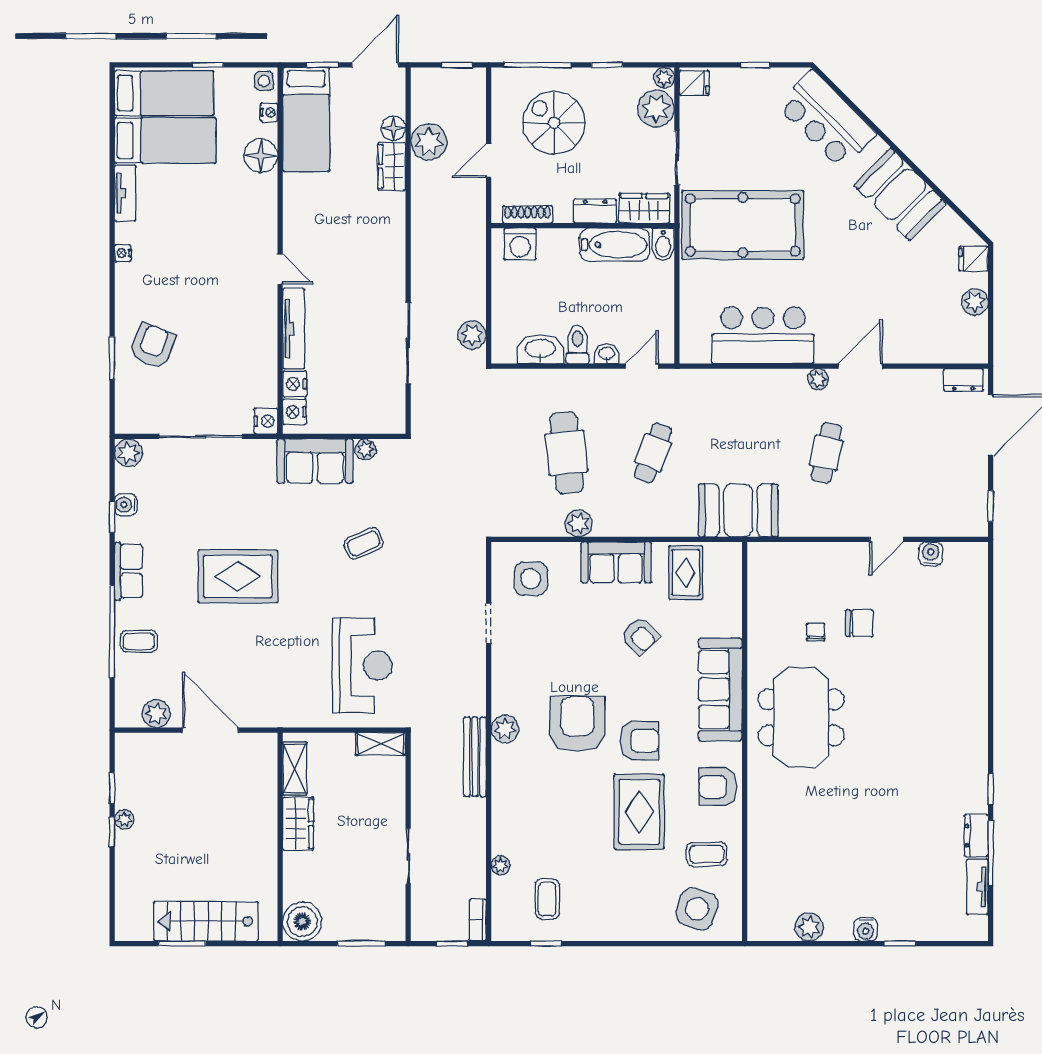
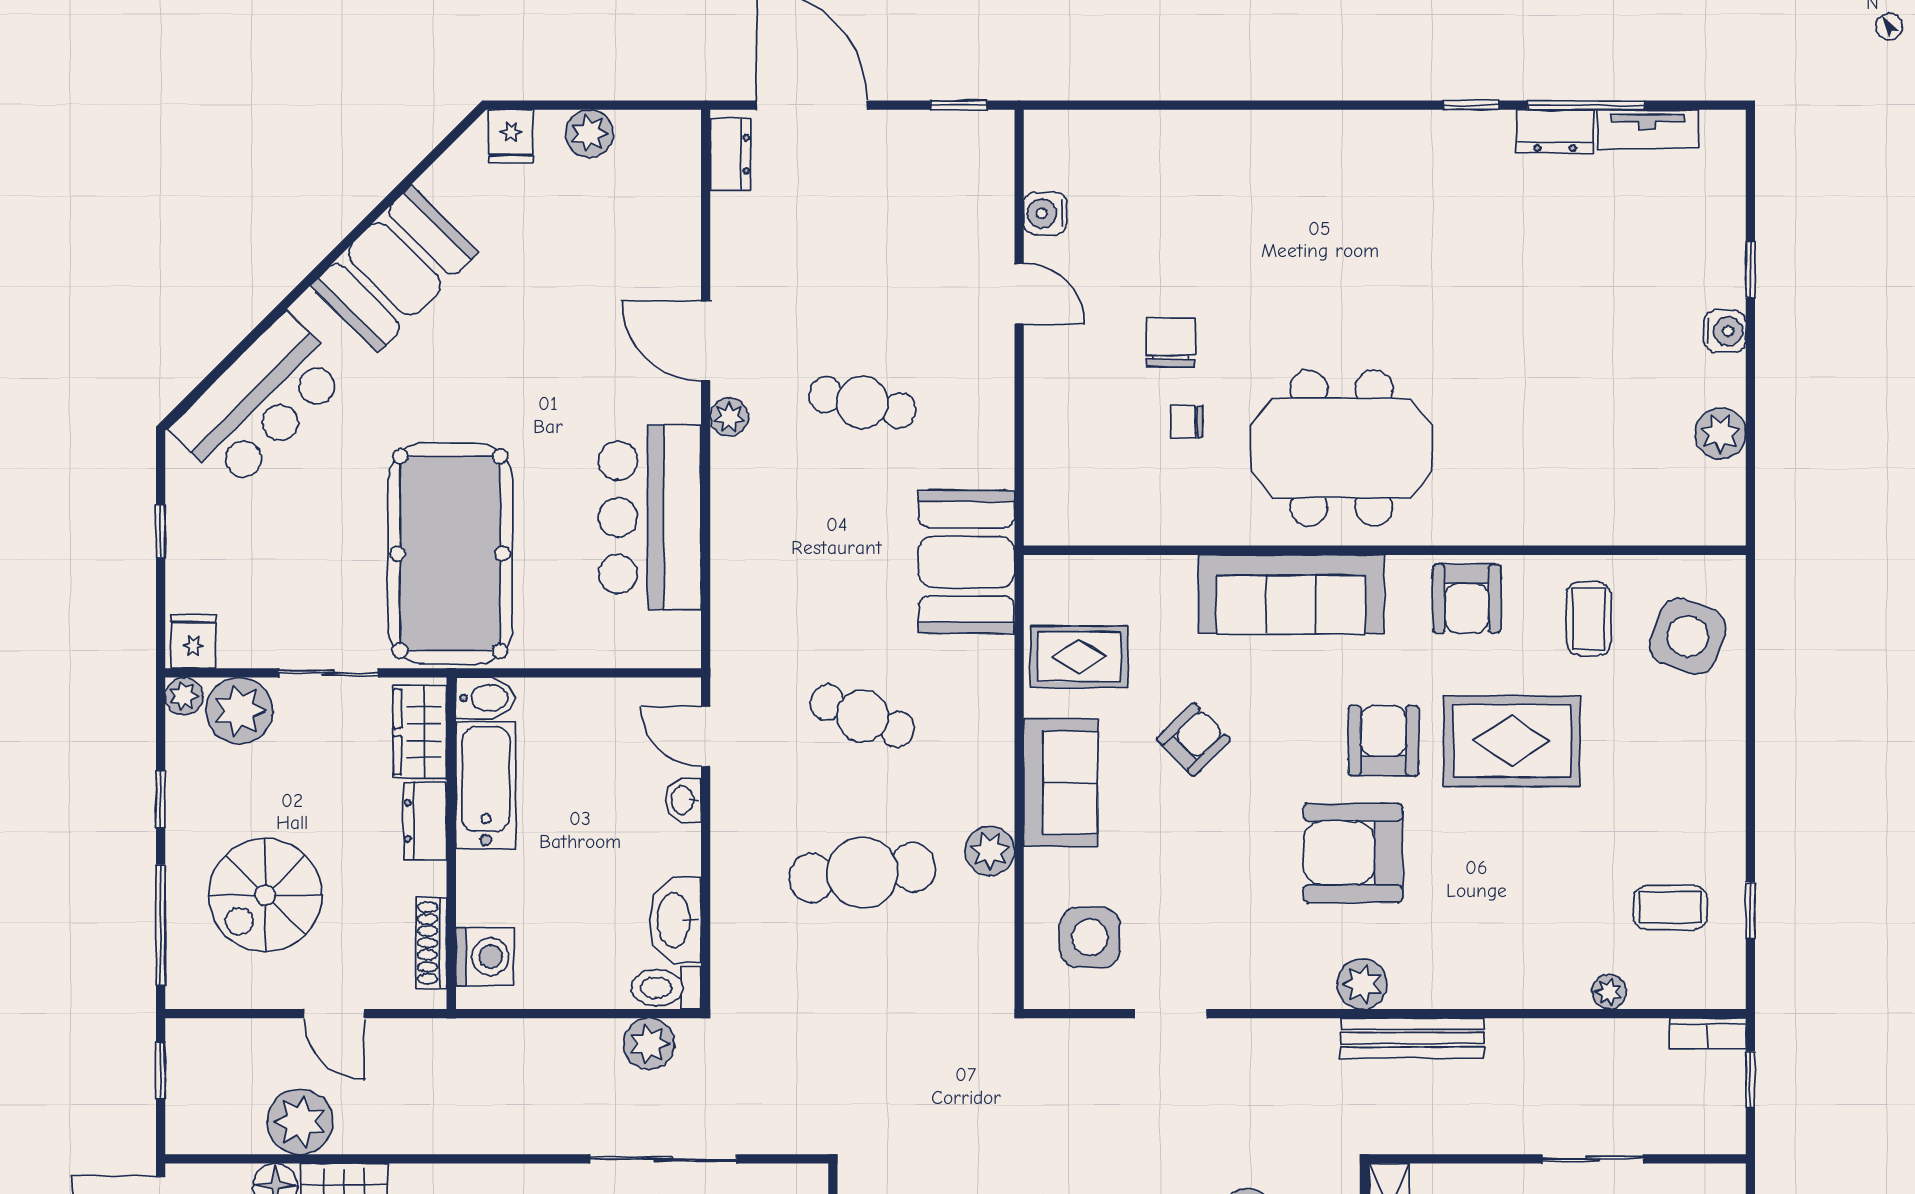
toilet: (577, 344) -> (666, 988), moved

